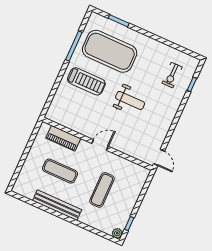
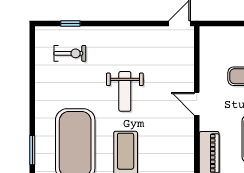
weight bench: (130, 100) -> (125, 91), turned 180

